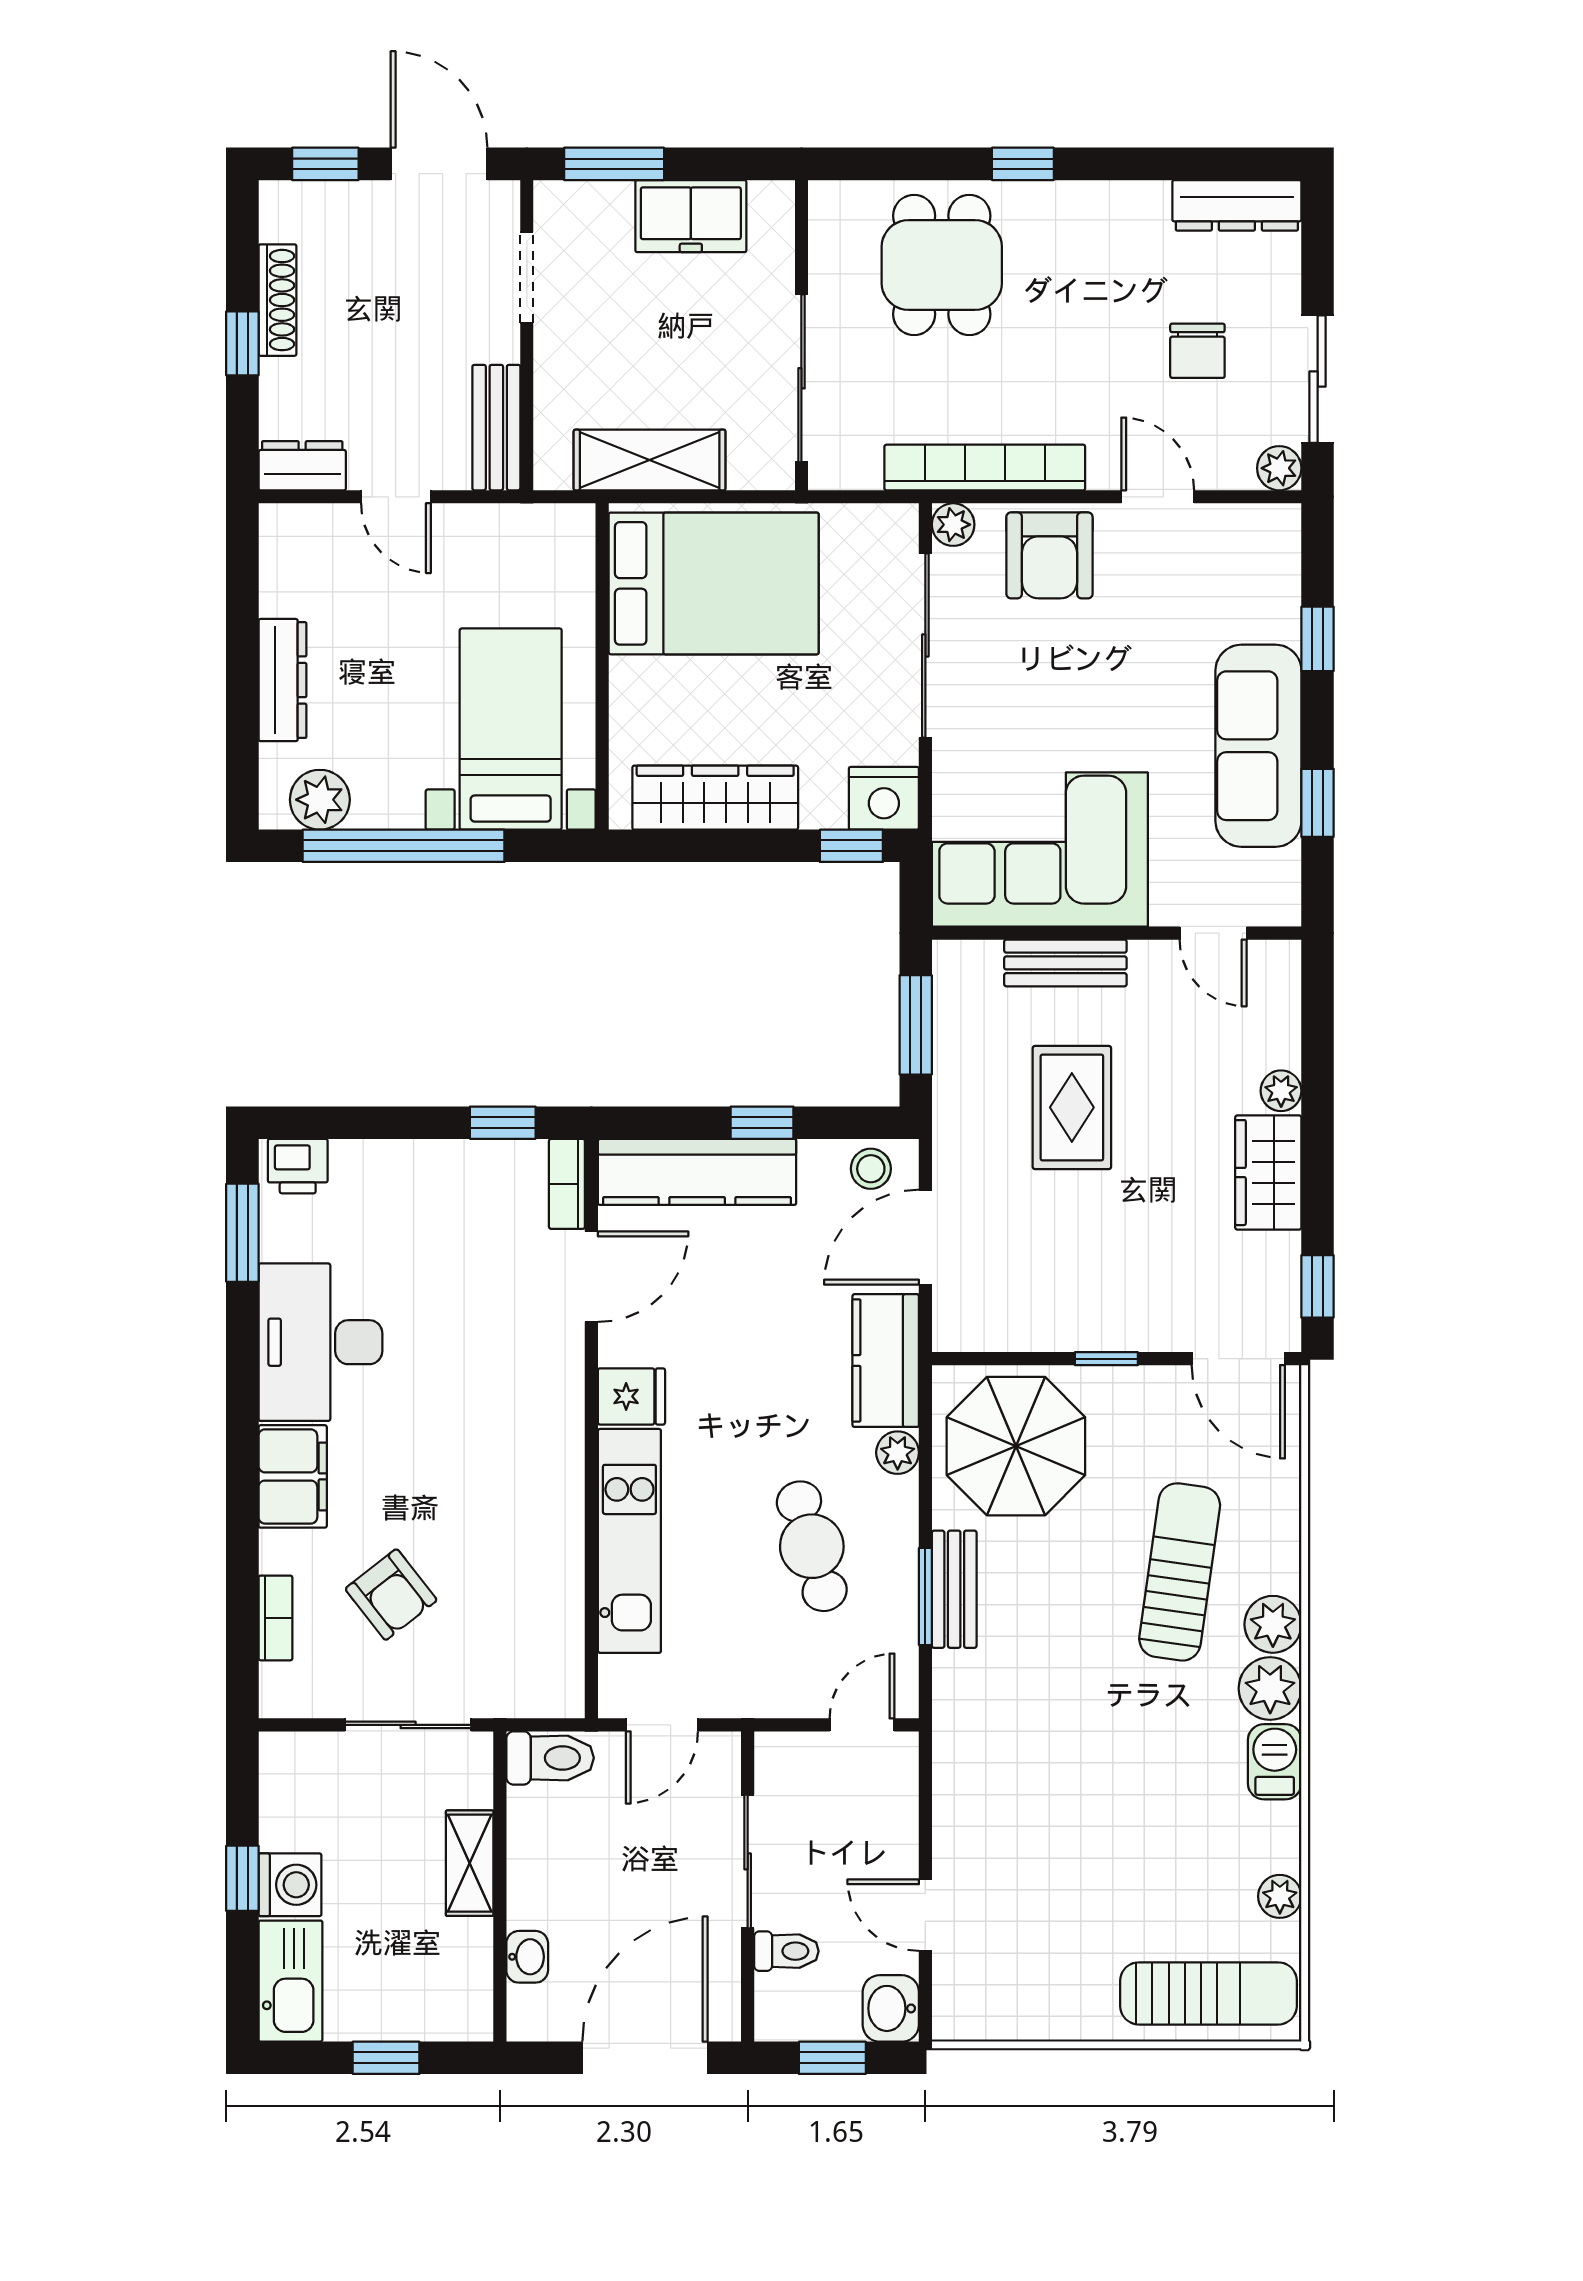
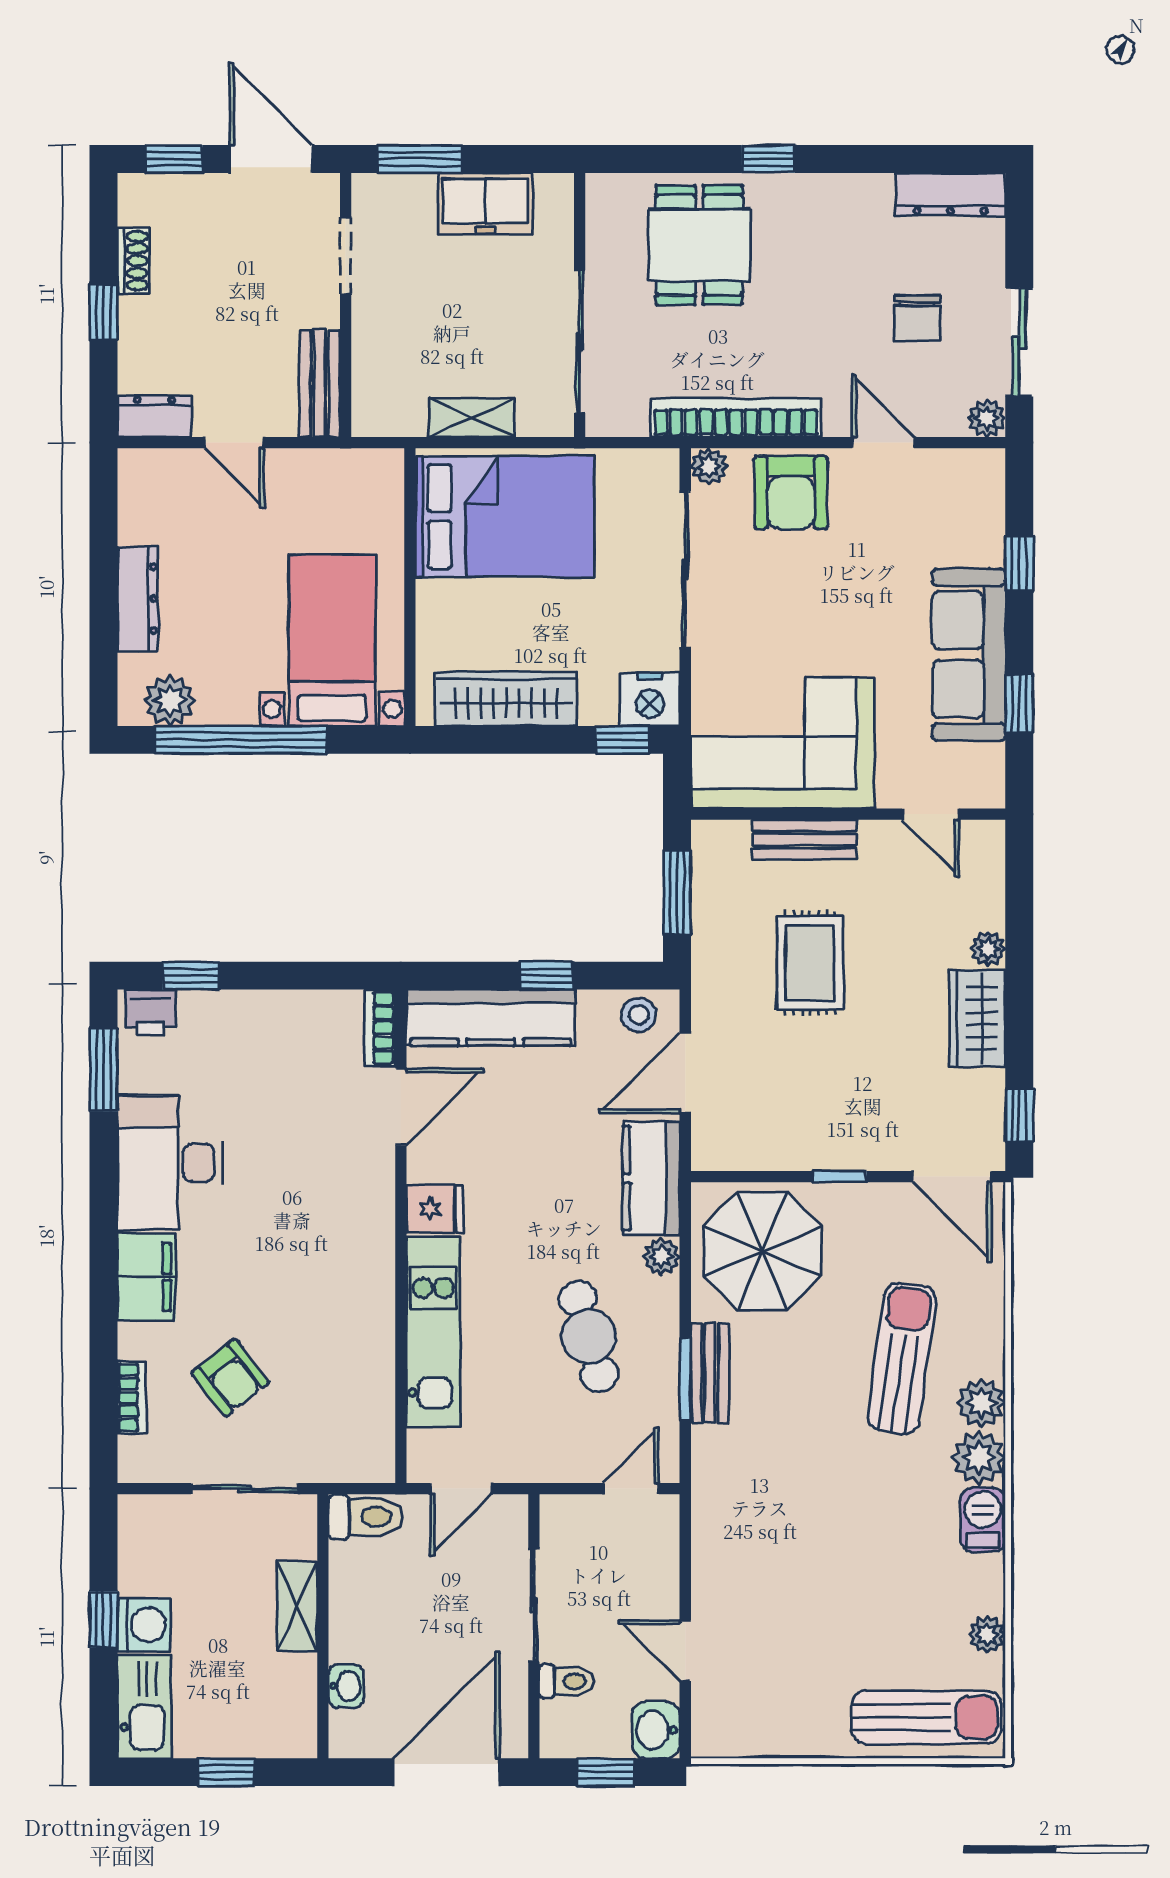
shoe rack: (277, 300) -> (133, 261), width x0.70
shelving: (650, 460) -> (472, 418), width x0.67, depth x0.75
window: (503, 1123) -> (191, 976), moved

